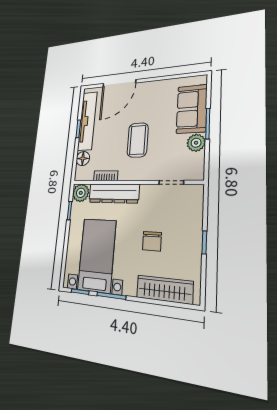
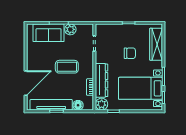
door: (119, 83) -> (26, 83), hinge flipped

